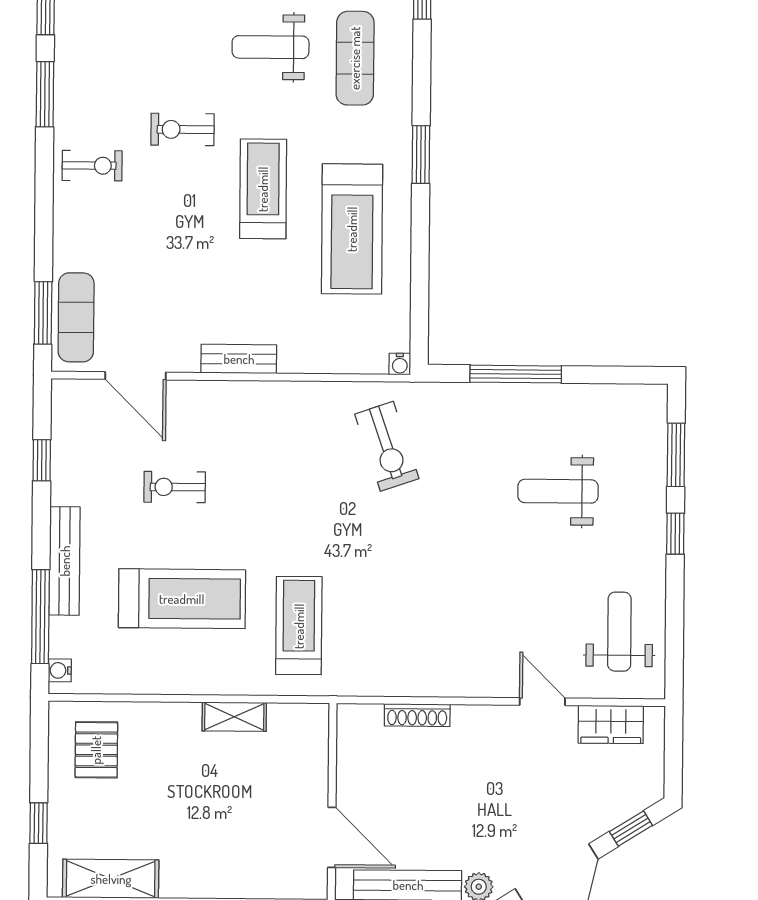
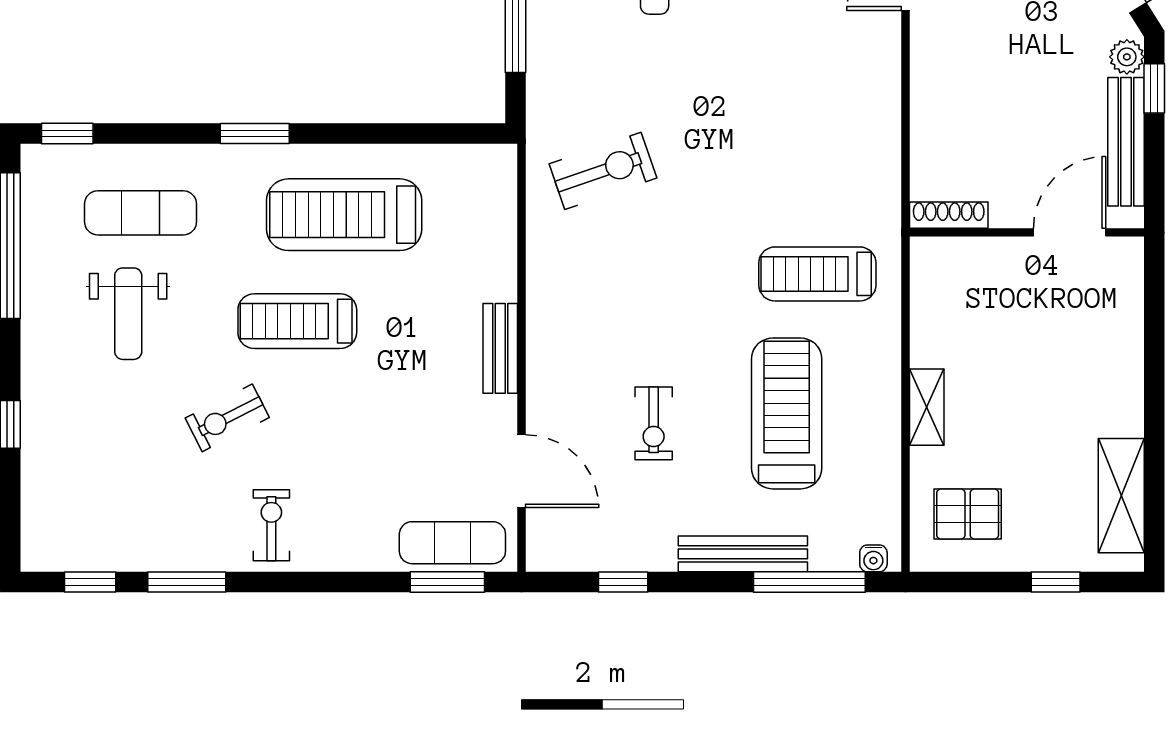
exercise bike: (182, 129) -> (227, 418), turned 63
treadmill: (352, 229) -> (344, 215), turned 180
water cooler: (400, 364) -> (505, 156), removed
door: (135, 376) -> (522, 471), hinge flipped
shoe rack: (417, 715) -> (949, 215), moved, turned -90
shelving: (234, 717) -> (927, 407), moved

